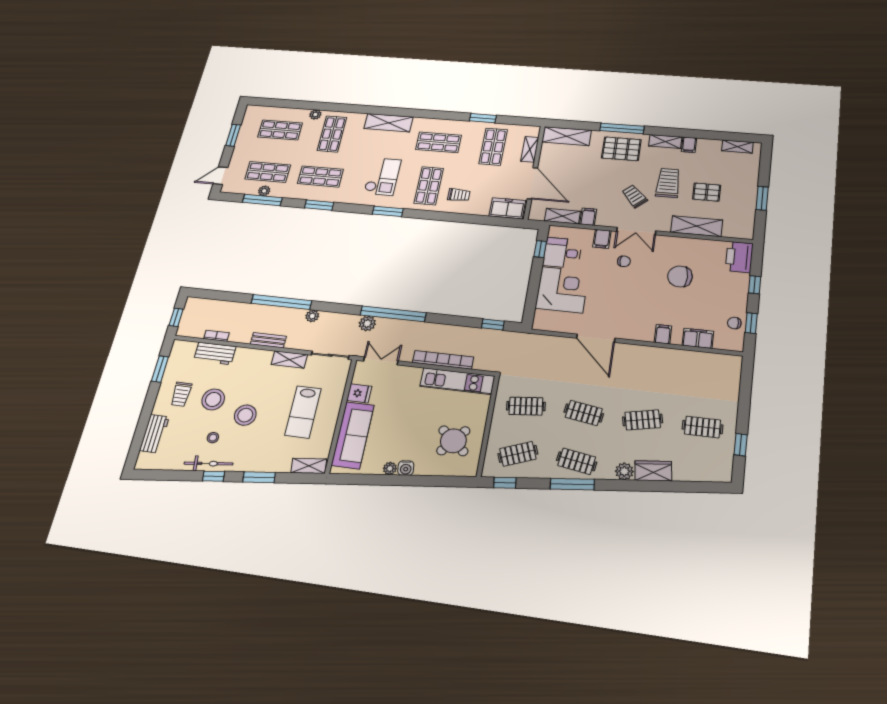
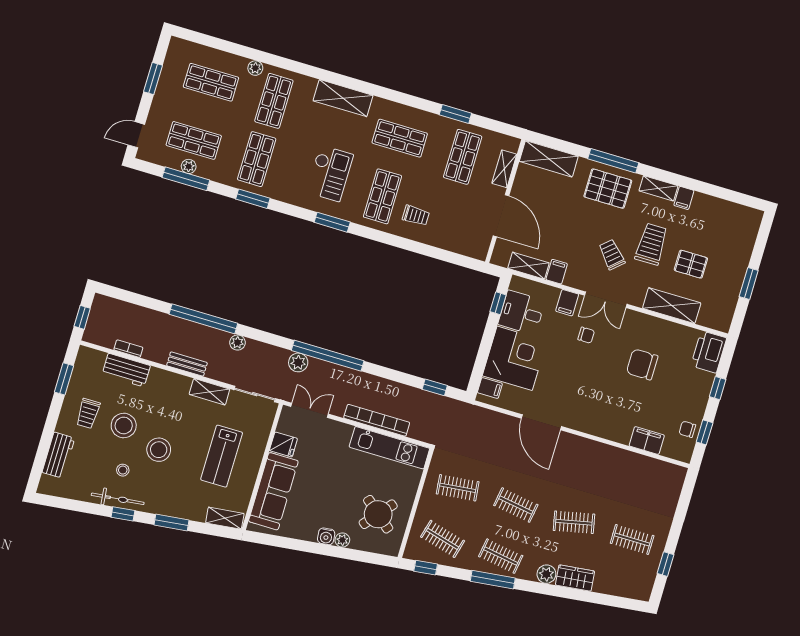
shelving: (737, 147) -> (737, 211), removed
shop shelf: (320, 176) -> (257, 159), turned 90
freezer: (507, 208) -> (468, 244), removed
filing cabinet: (663, 334) -> (490, 388), moved, turned 90
clothes rail: (518, 454) -> (443, 539), turned 36
plant: (390, 468) -> (342, 540), moved

